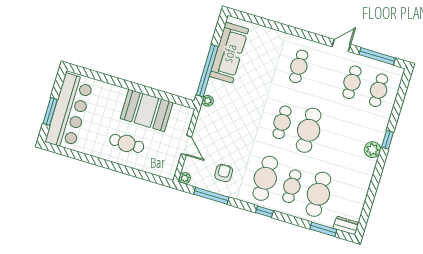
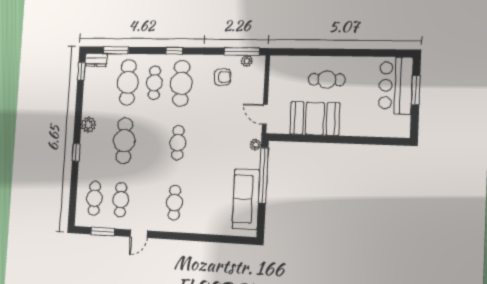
window: (377, 56) -> (103, 231), width x0.69
bar counter: (69, 111) -> (396, 85), width x0.73
cafe table: (309, 130) -> (124, 141), moved
door: (186, 145) -> (265, 114), moved
plant: (372, 150) -> (88, 125), moved
armchair: (224, 173) -> (223, 77), turned -92
plant: (185, 178) -> (247, 61), moved
window: (211, 196) -> (242, 52), moved
window: (364, 219) -> (81, 71), added

